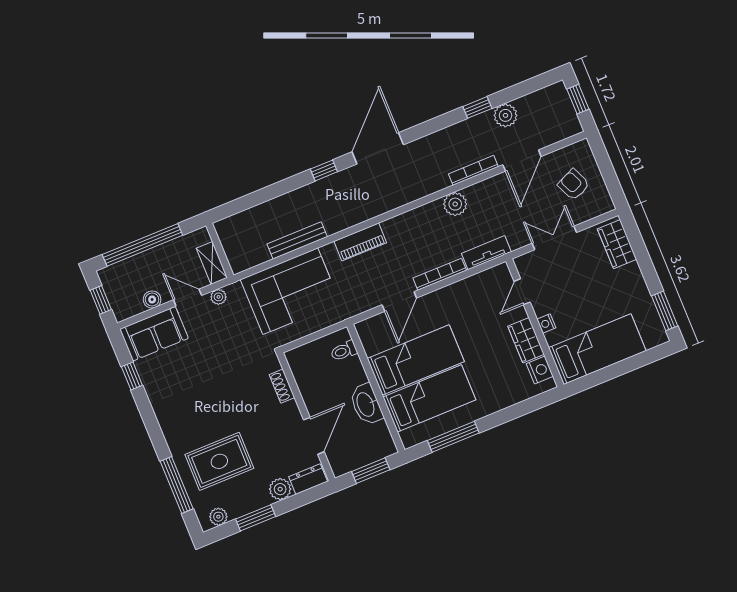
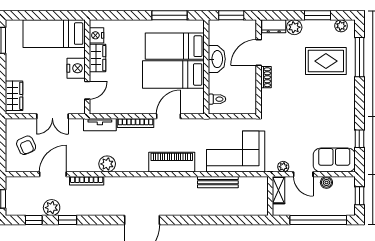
window: (324, 170) -> (34, 220), moved
piano: (360, 242) -> (172, 162), width x1.37, depth x1.33
nightstand: (546, 323) -> (76, 68), width x1.89, depth x1.79
shoe rack: (282, 386) -> (266, 77), moved

